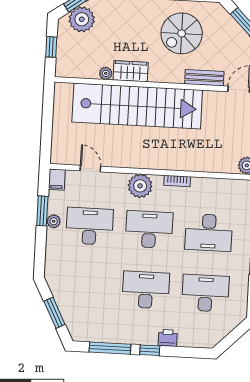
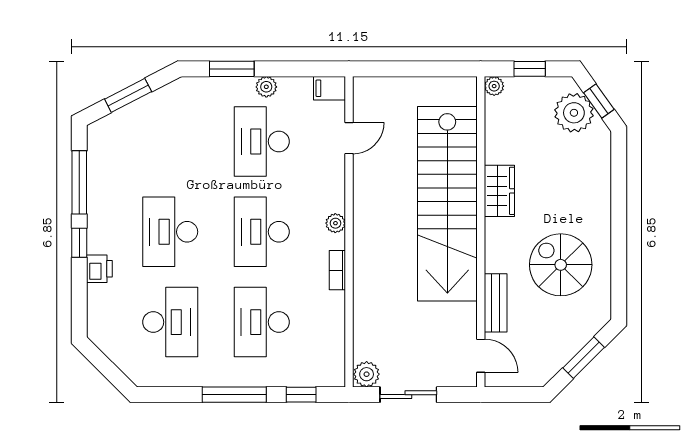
plant: (106, 73) -> (494, 86), moved
plant: (140, 186) -> (335, 223), width x0.53, depth x0.53
window: (42, 211) -> (232, 69), moved
desk: (90, 226) -> (262, 141), turned 180
desk: (149, 229) -> (262, 232), turned 180
desk: (146, 290) -> (170, 232), turned 180

